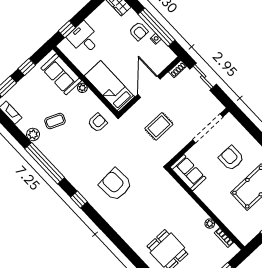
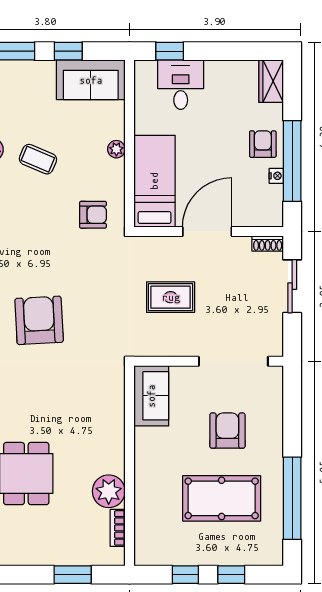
armchair: (139, 31) -> (263, 144), turned 180
sofa: (61, 74) -> (91, 80), moved, turned -90
plant: (210, 224) -> (109, 491), width x1.88, depth x1.88

